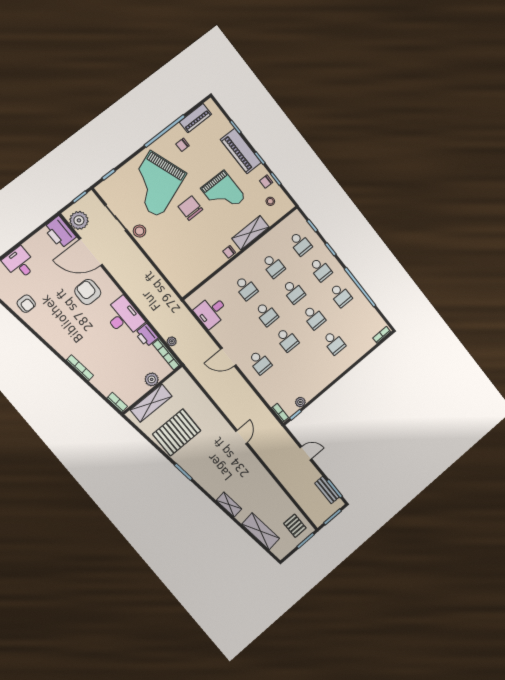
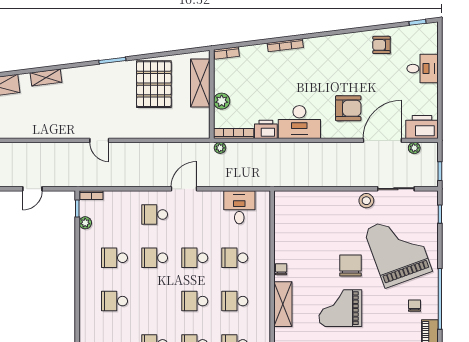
chair: (190, 208) -> (350, 266), turned -90
plant: (79, 220) -> (414, 148), width x0.53, depth x0.53
school desk: (314, 317) -> (115, 258), moved
plant: (172, 341) -> (220, 148), moved

